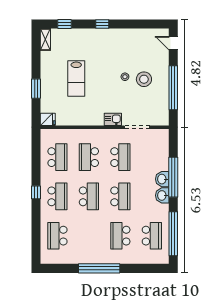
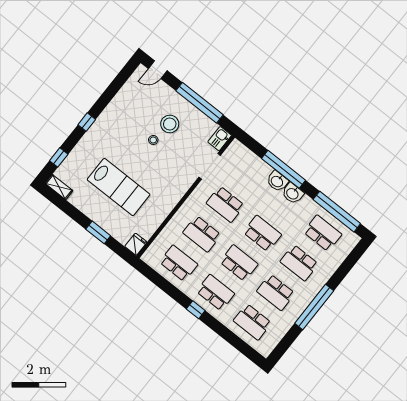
lab bench: (76, 78) -> (119, 187), width x1.36, depth x1.39
kitchen sink: (113, 119) -> (220, 139), moved
school desk: (120, 157) -> (225, 204), turned 180
school desk: (89, 236) -> (276, 292), added

